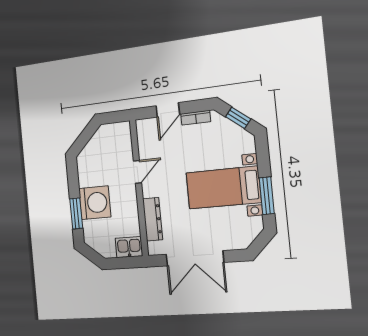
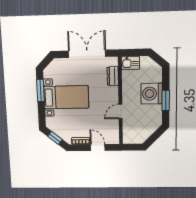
door: (168, 110) -> (98, 147), hinge flipped
window: (76, 214) -> (166, 101), moved
dresser: (153, 219) -> (113, 76), width x0.70

